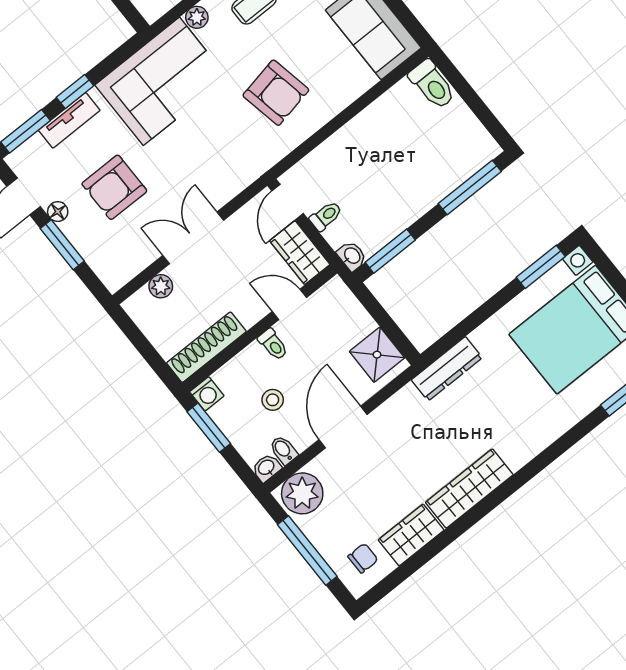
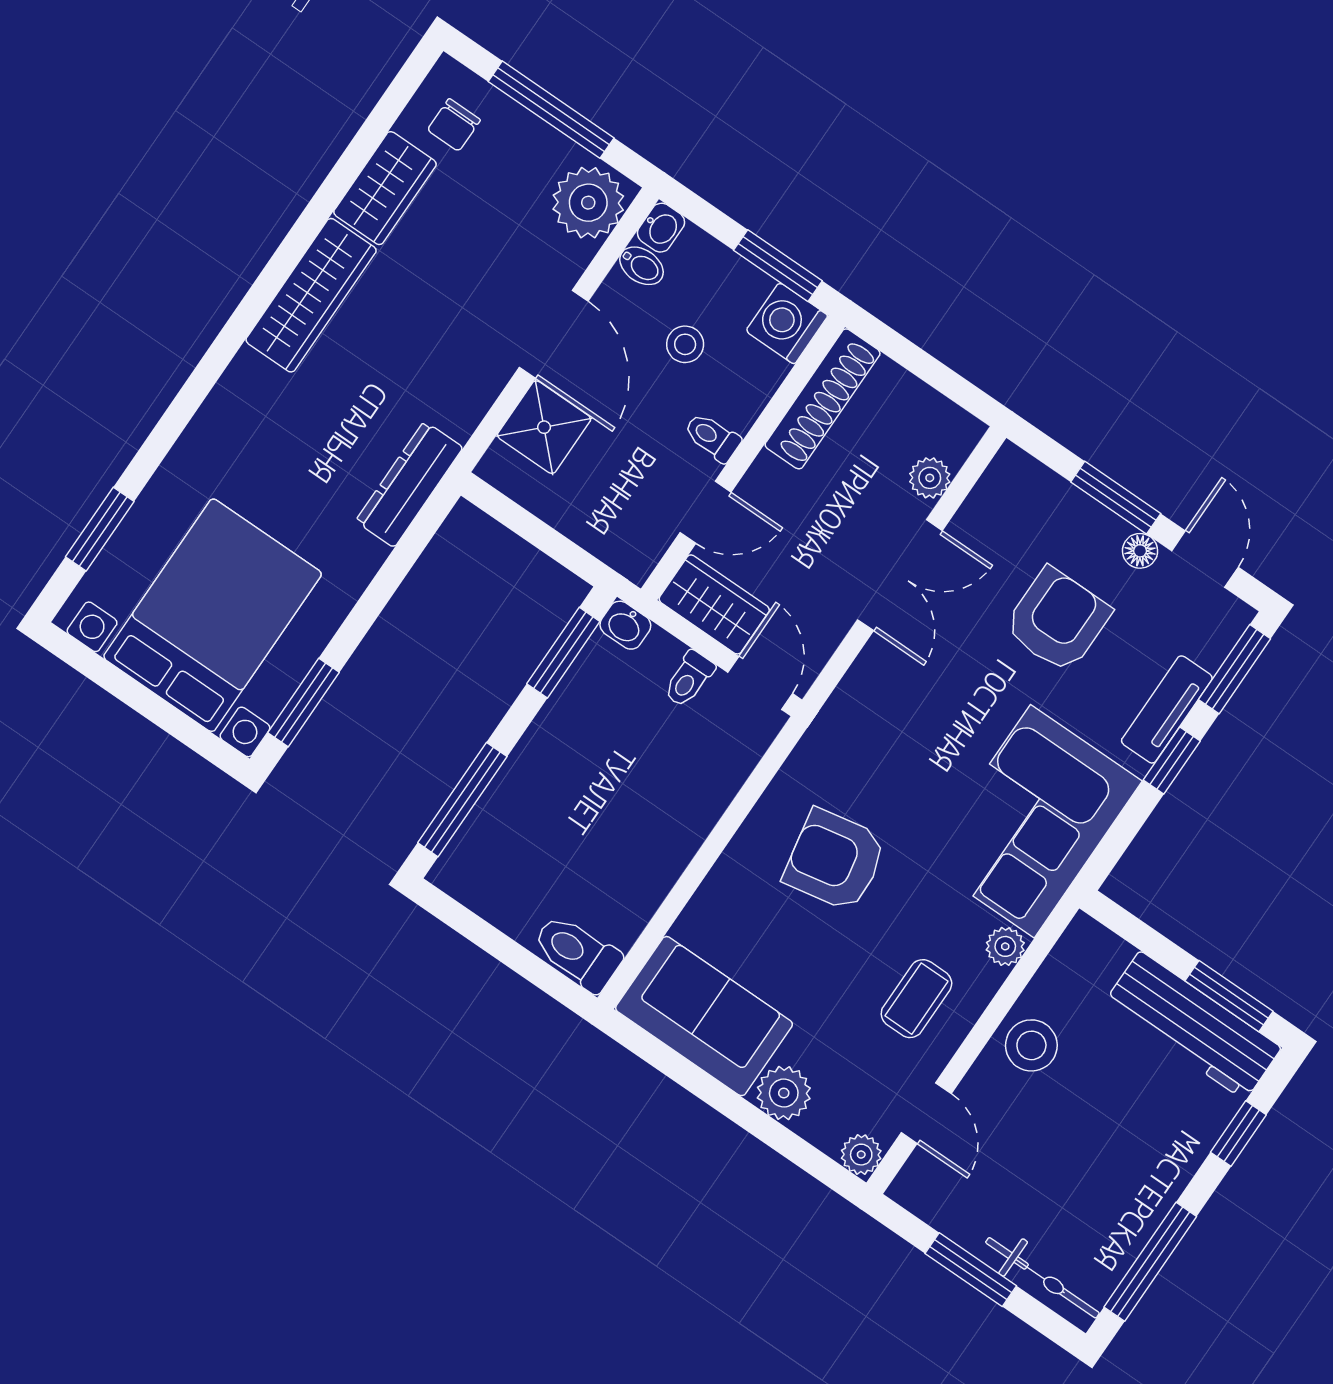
shower: (377, 355) -> (544, 427), moved
washing machine: (207, 394) -> (787, 323), width x1.38, depth x1.38

